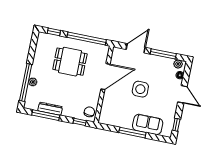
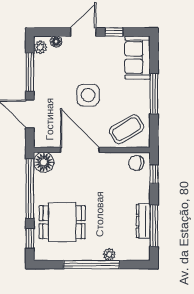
floor lamp: (102, 51) -> (44, 162), added
dining table: (70, 62) -> (62, 222), moved, turned 90
window: (26, 83) -> (91, 265), moved
coffee table: (113, 110) -> (127, 129), added
sofa: (148, 124) -> (137, 58), moved
window: (176, 125) -> (114, 32), moved

